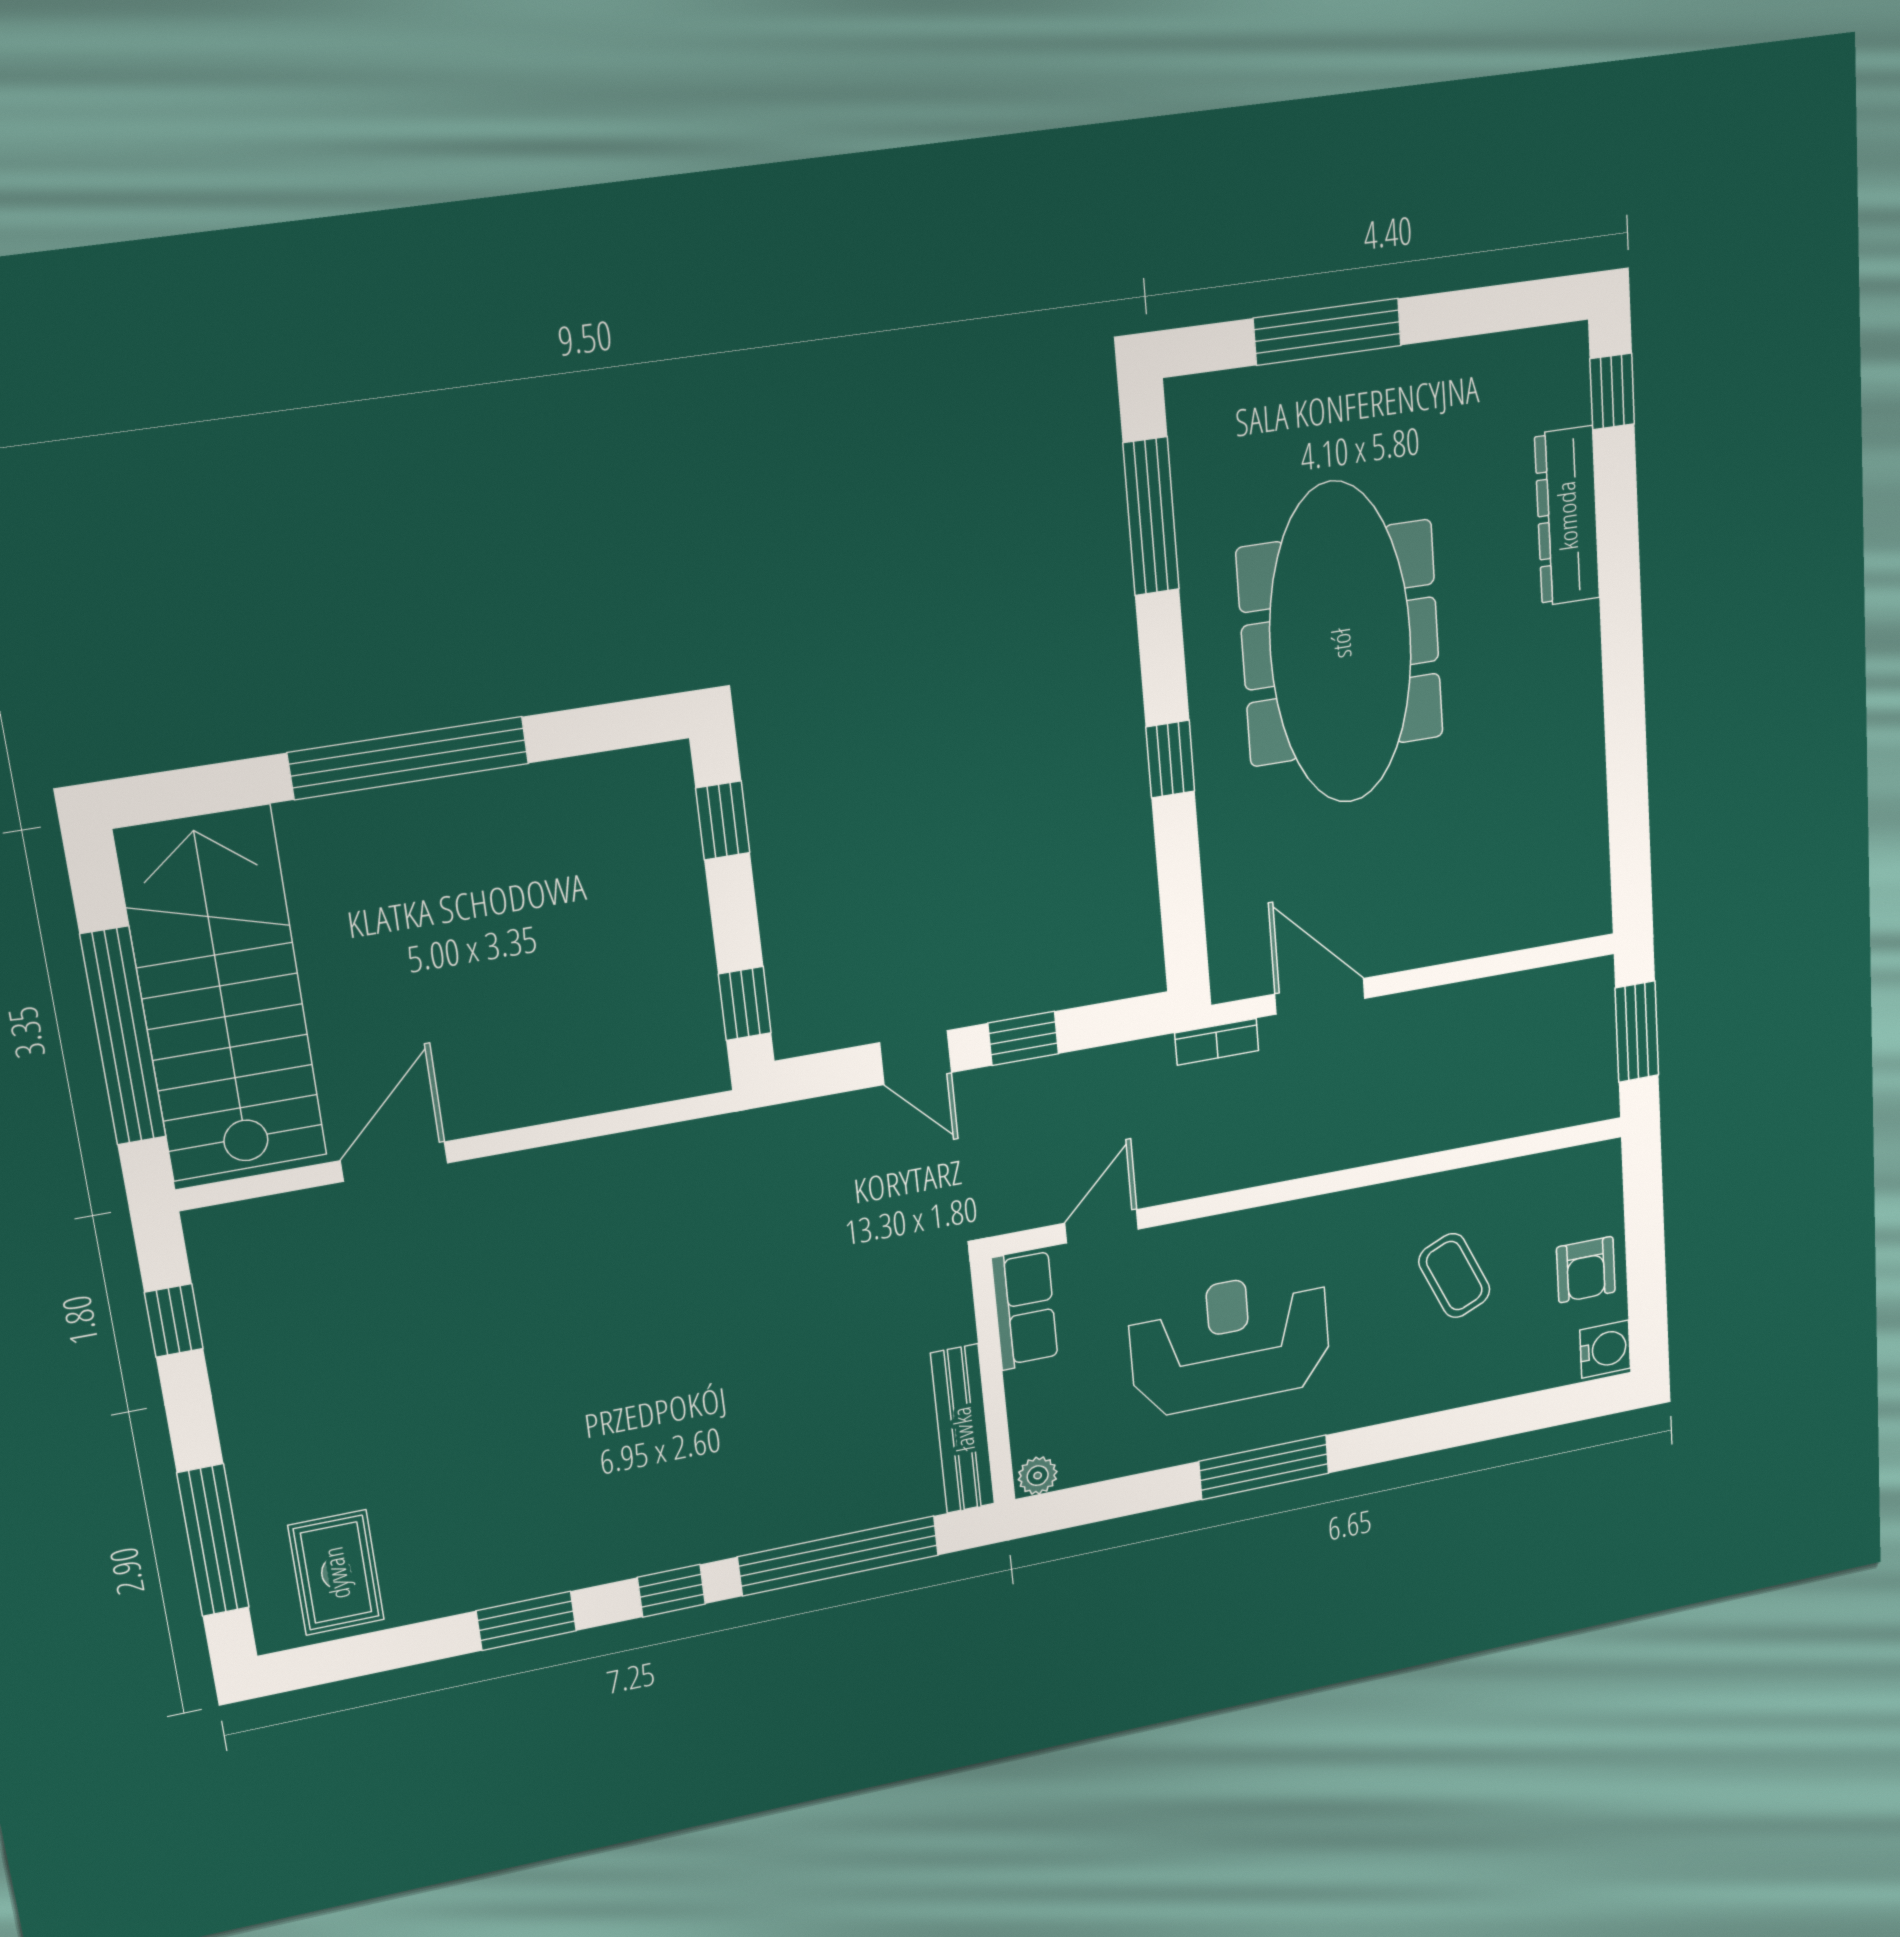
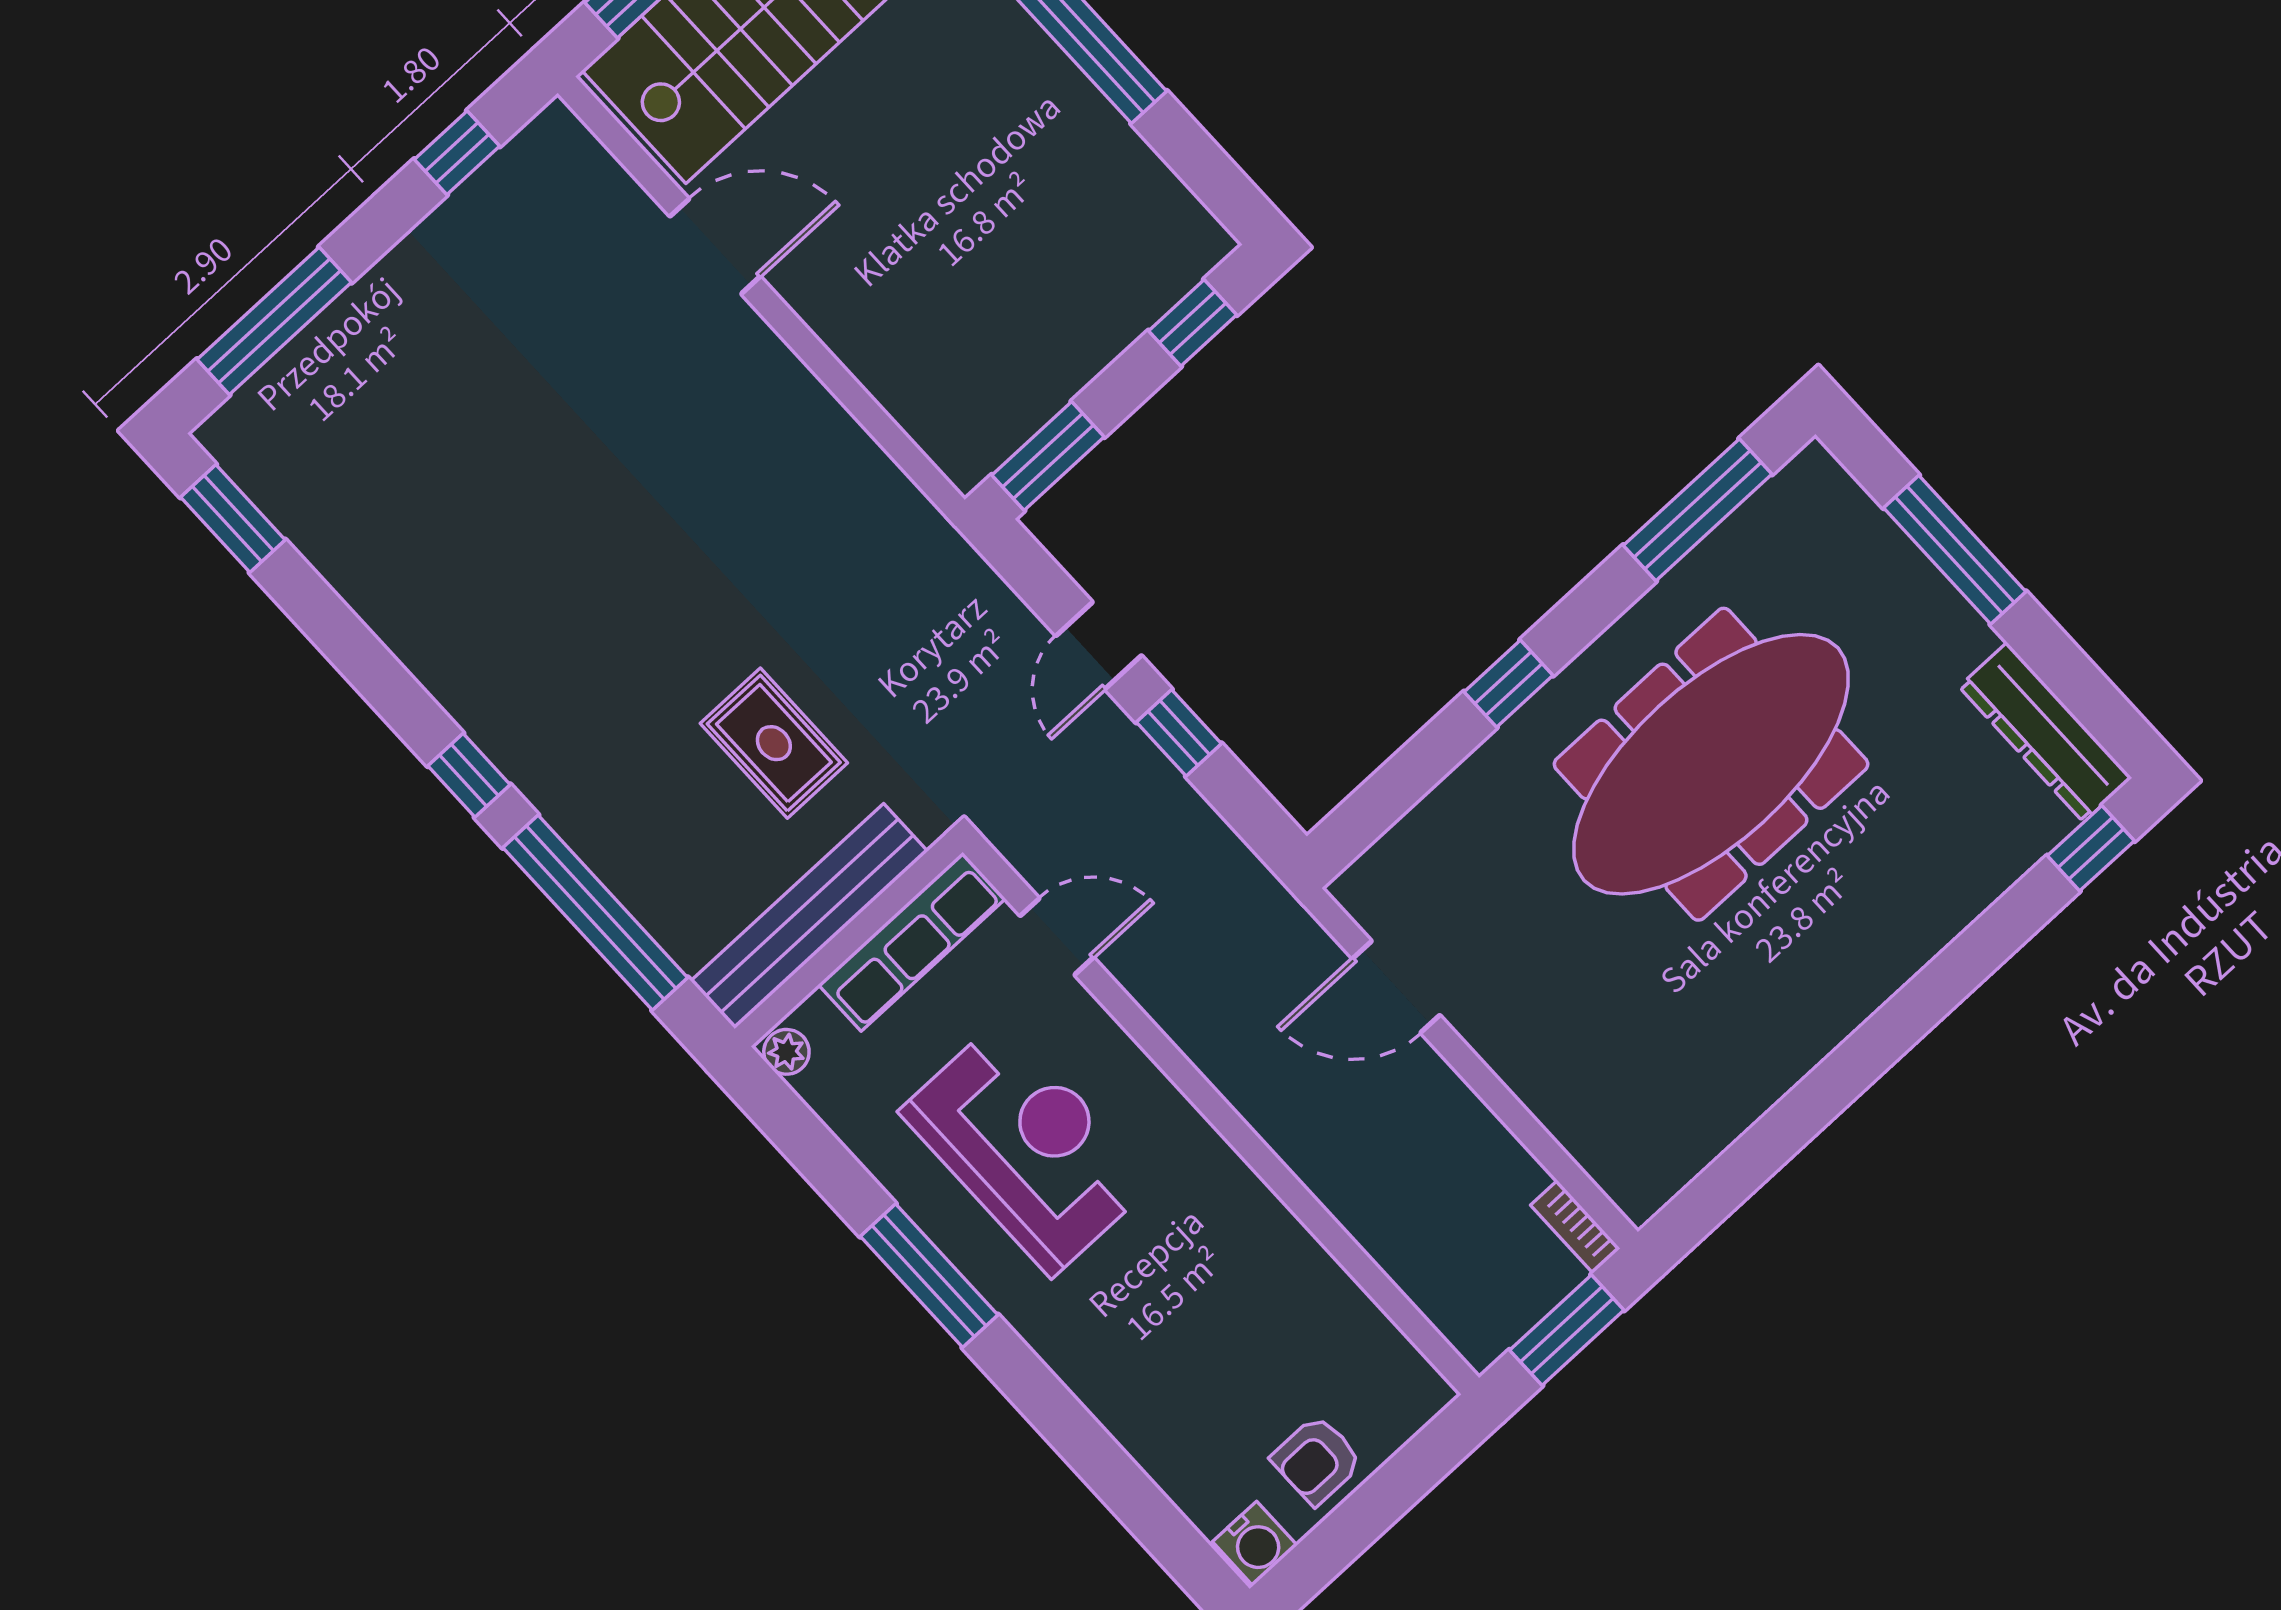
dresser: (1567, 516) -> (2045, 732), moved, turned -90
door: (1320, 996) -> (1396, 987), swing flipped
window: (745, 1003) -> (1048, 456), width x1.50
bookcase: (1217, 1042) -> (1575, 1227), moved
coffee table: (1454, 1276) -> (1228, 1327), removed
row of seats: (1025, 1309) -> (912, 942), width x1.48
bench: (963, 1429) -> (809, 916), width x1.37, depth x1.21
rug: (336, 1573) -> (774, 743), moved, turned 90
window: (526, 1621) -> (233, 518), moved

